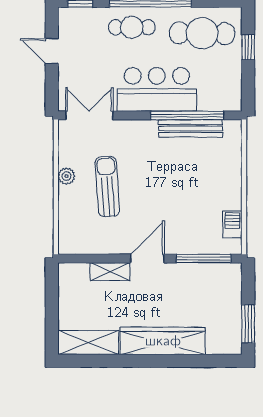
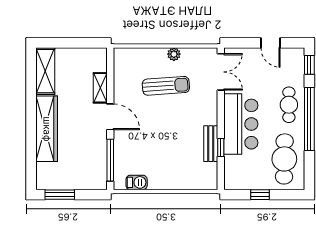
window: (248, 47) -> (260, 195), moved
door: (52, 51) -> (271, 43), swing flipped
window: (187, 115) -> (221, 148), width x0.32
bench: (191, 128) -> (211, 144), width x0.73

